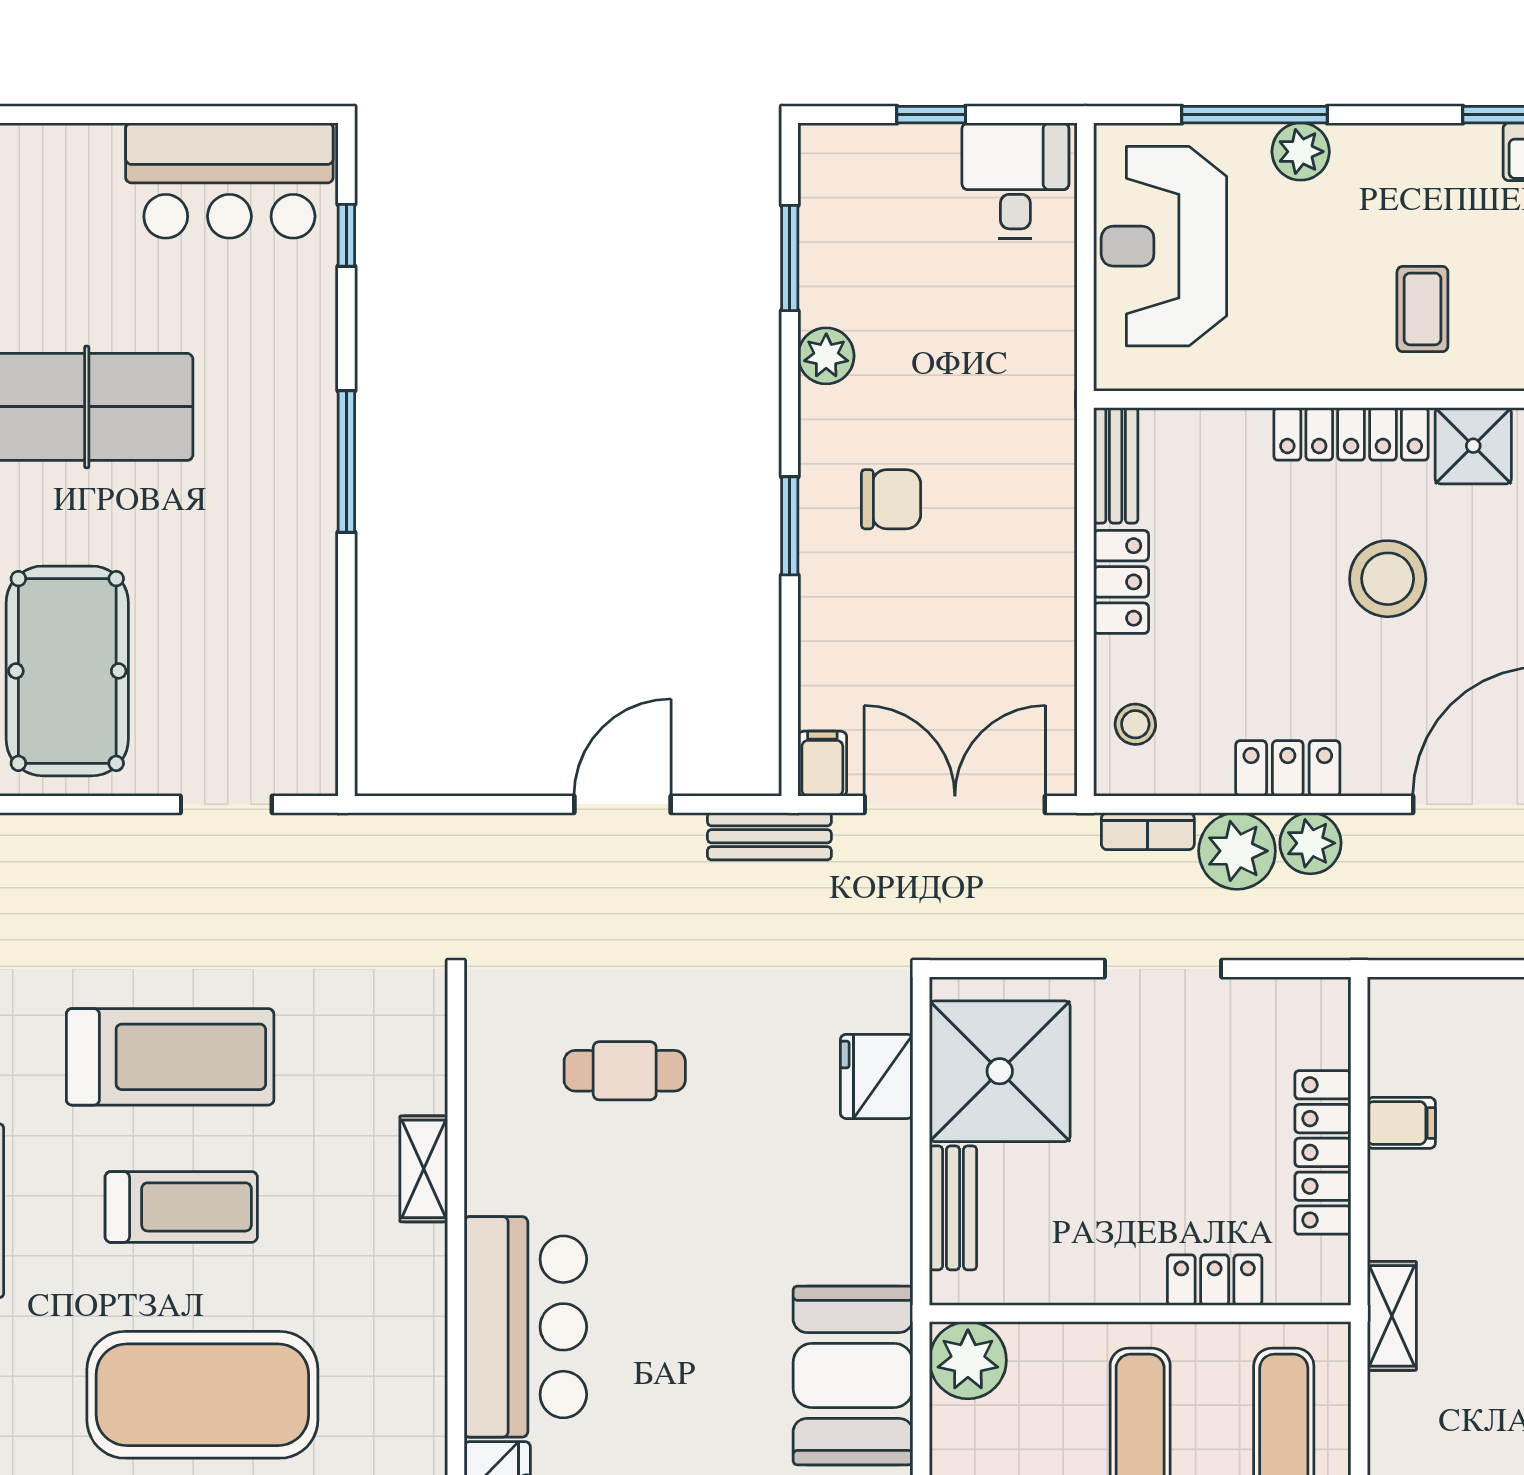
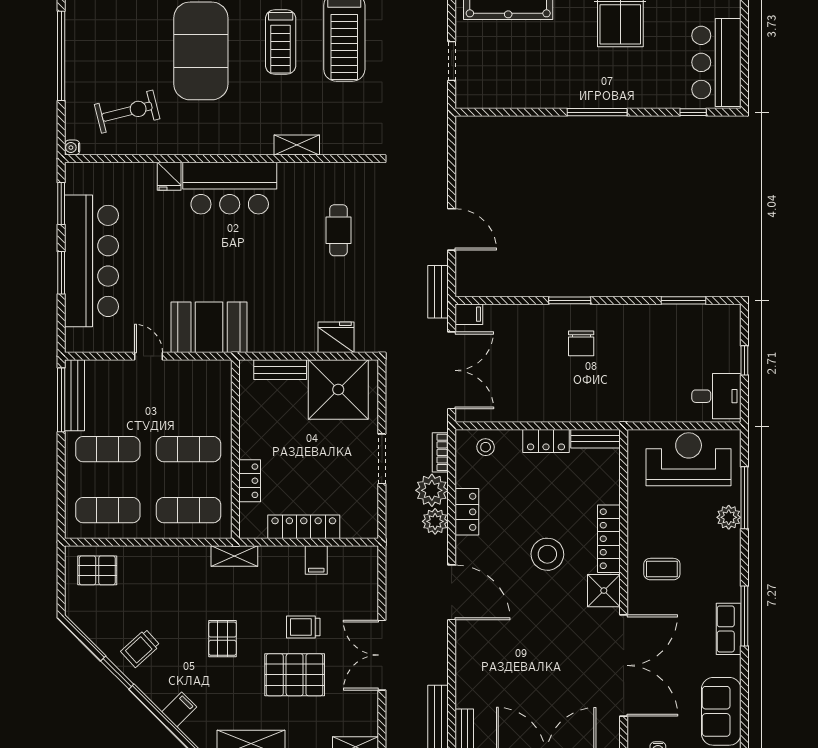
plant: (826, 356) -> (642, 316), removed
plant: (968, 1360) -> (216, 376), removed

